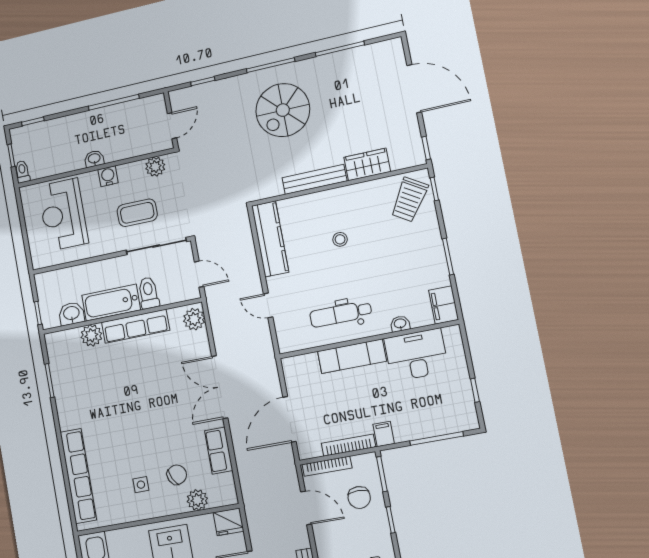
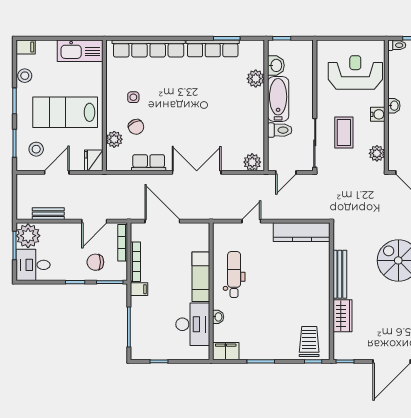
trolley: (409, 200) -> (309, 342), turned 58
stool: (340, 239) -> (290, 285), removed
row of seats: (135, 326) -> (213, 48), moved, turned -90

